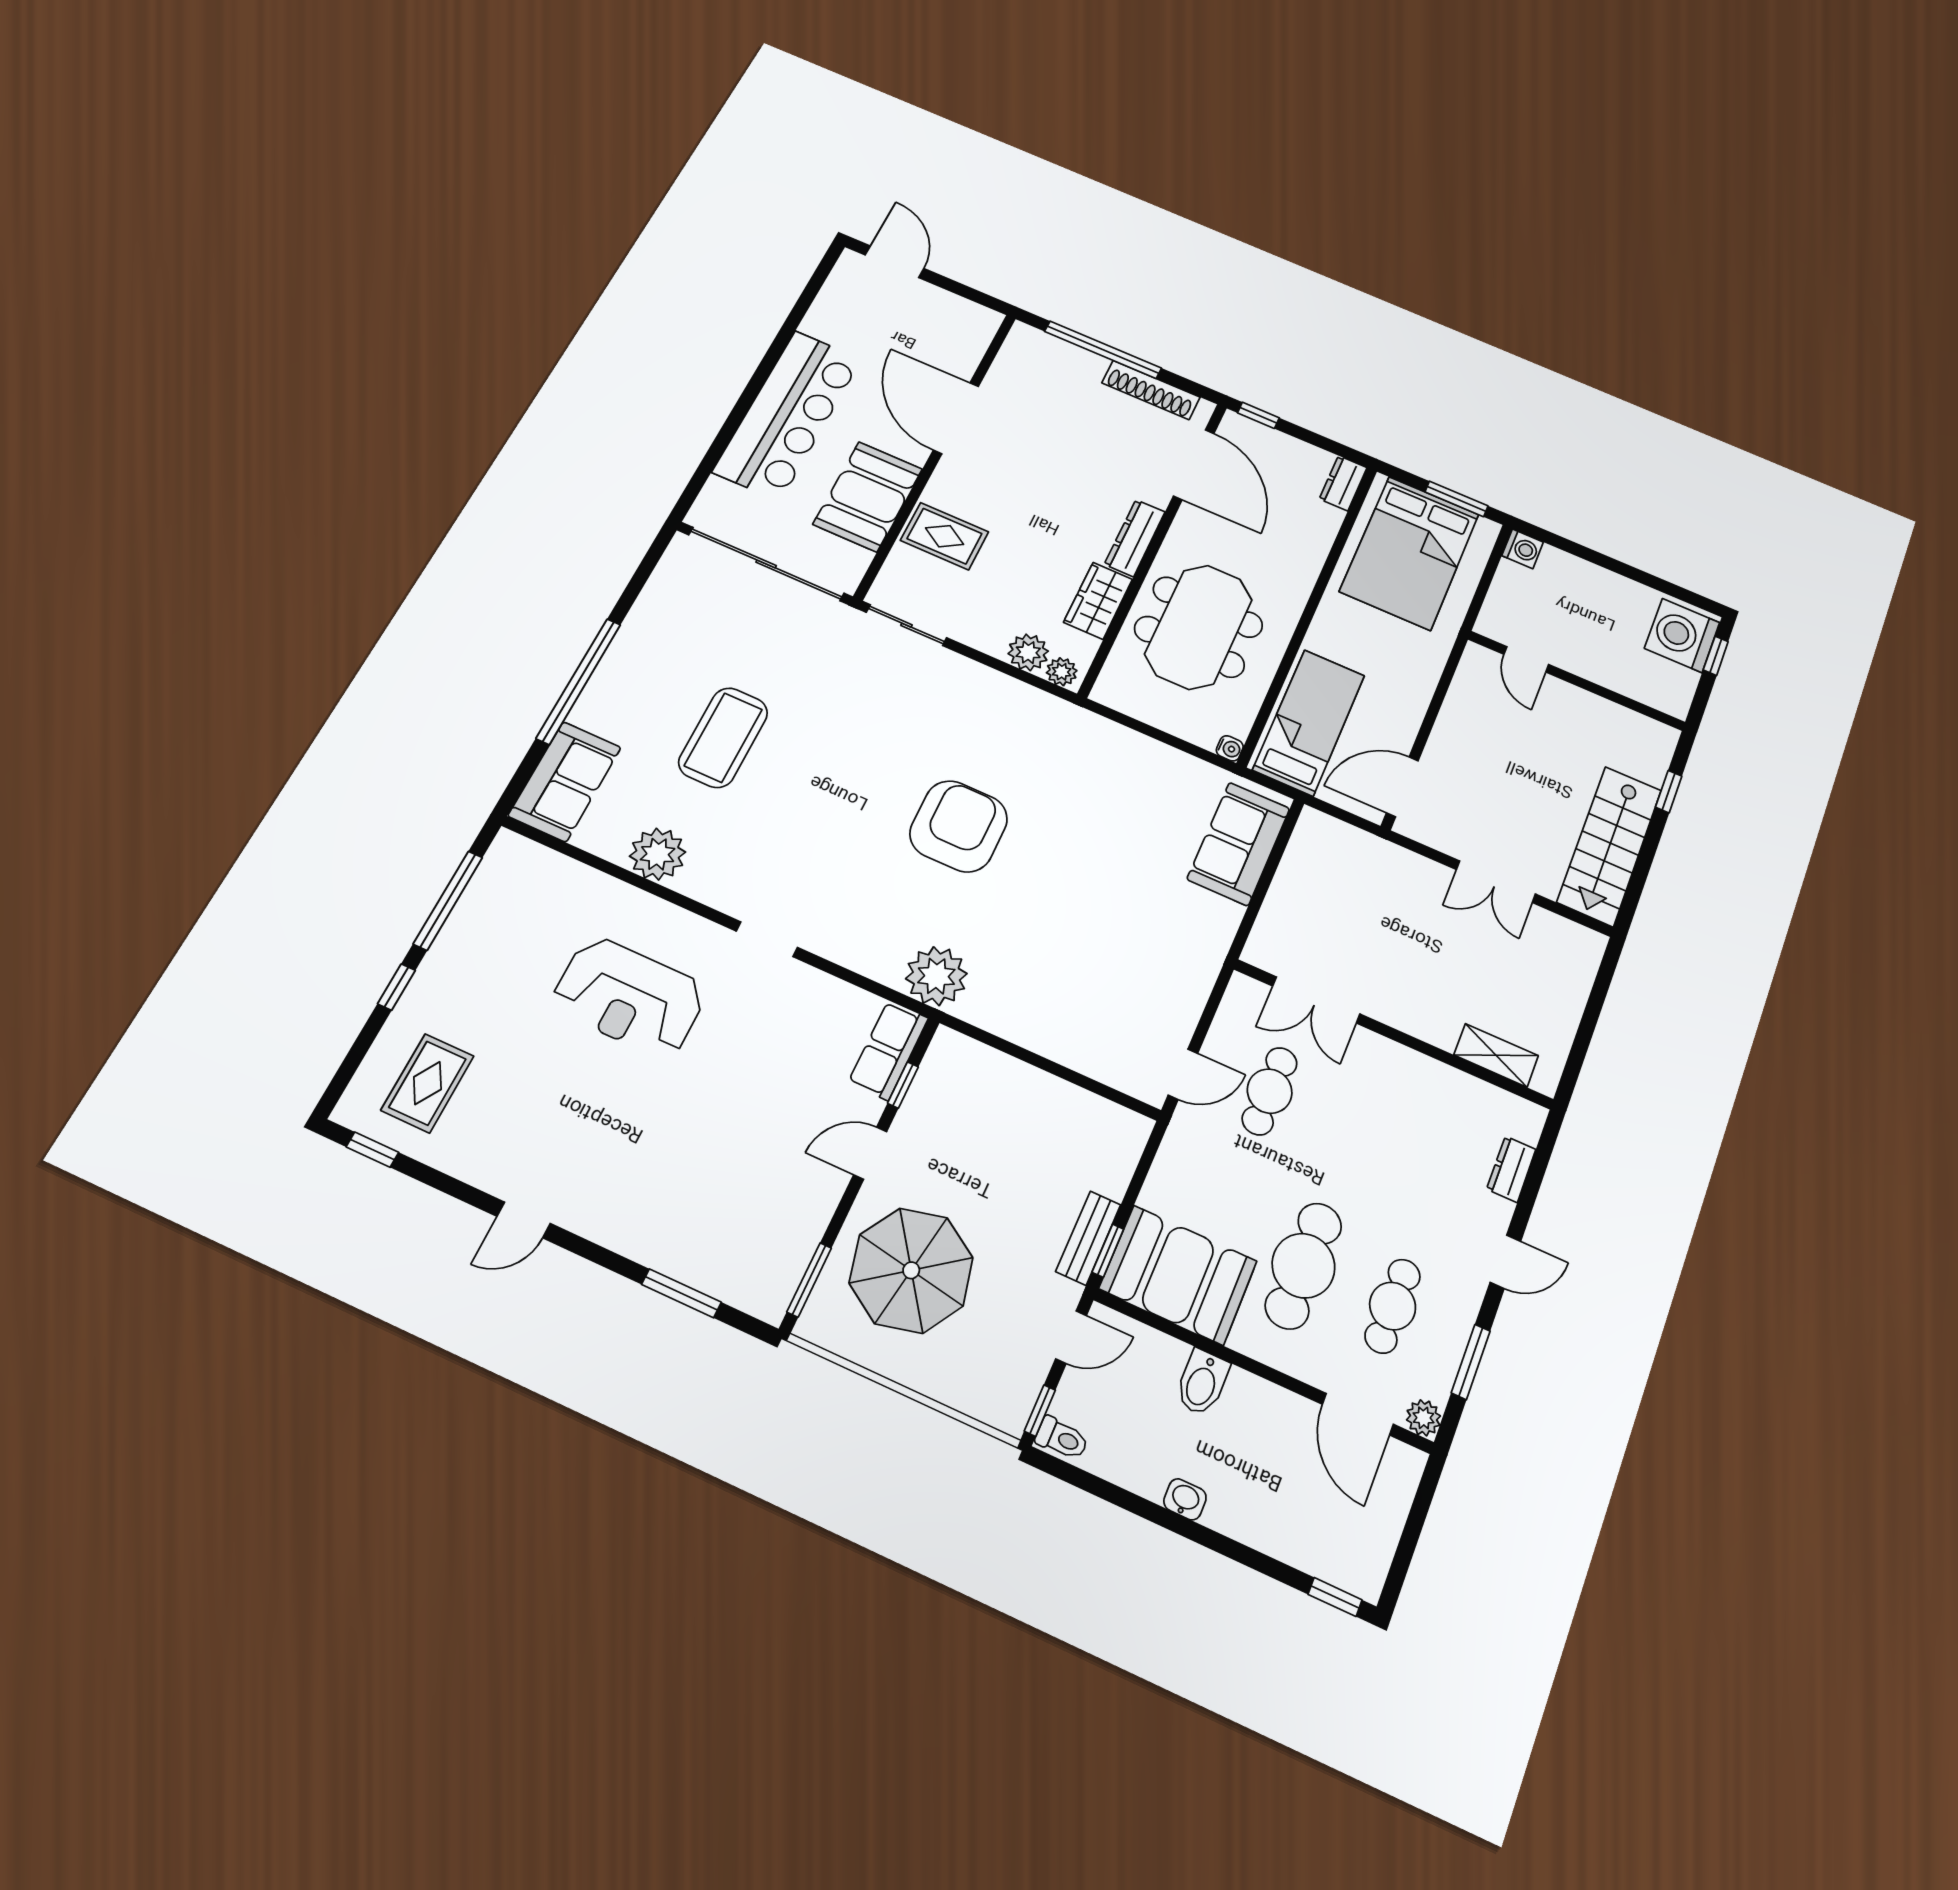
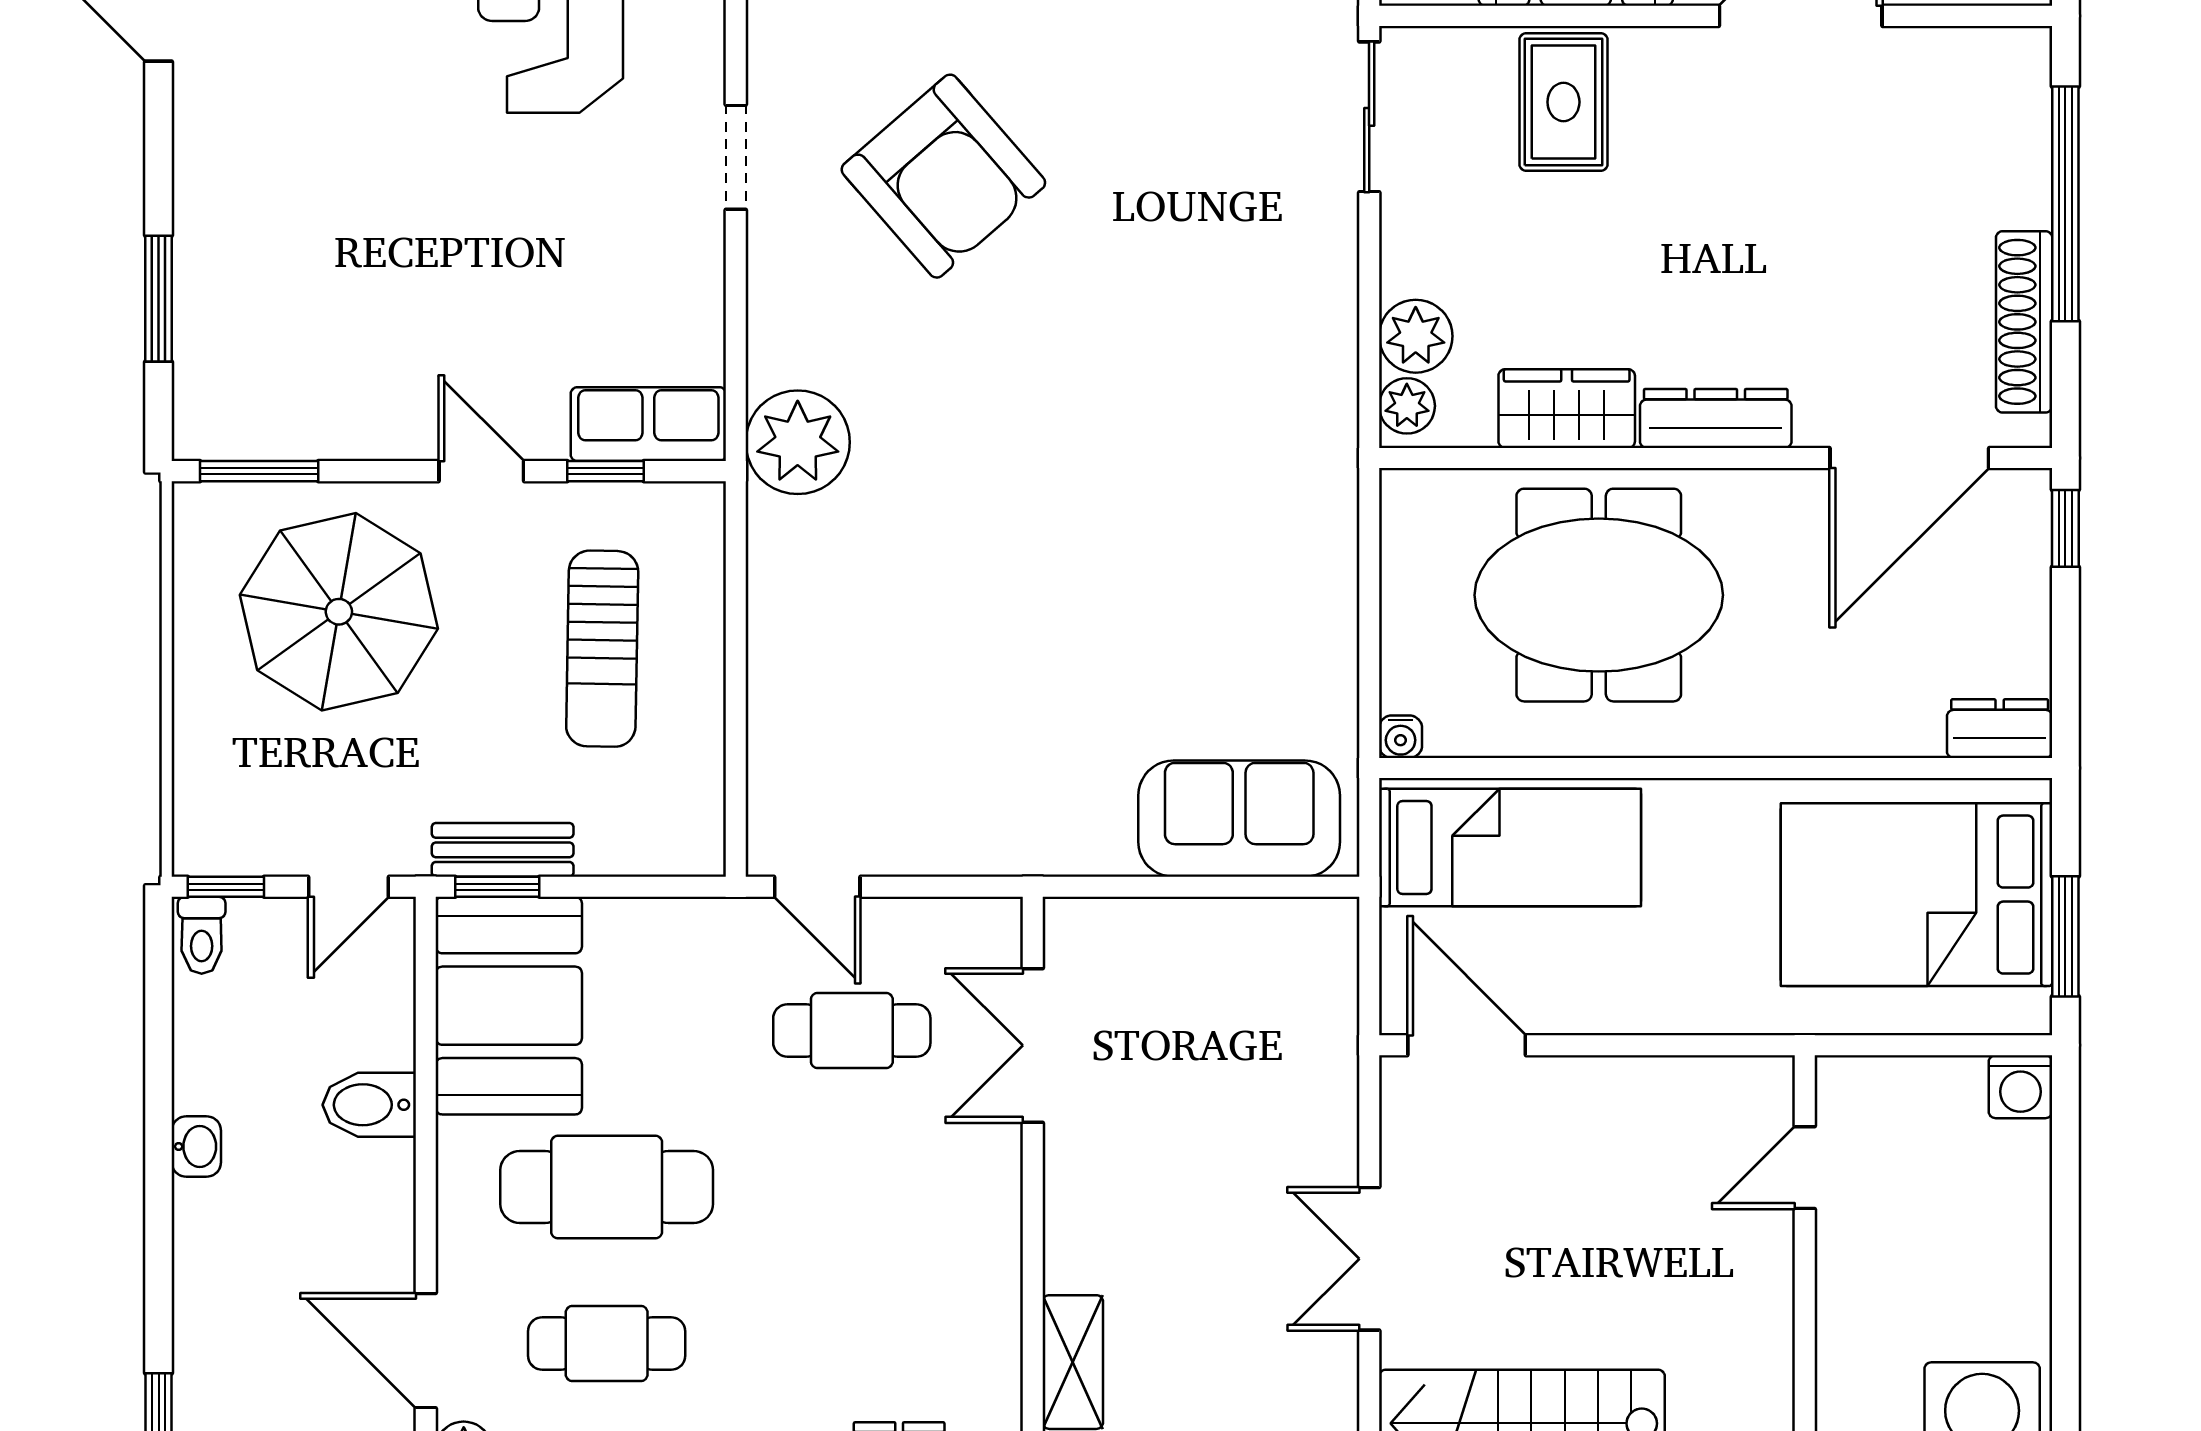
armchair: (959, 826) -> (943, 176), moved, turned 49
sun lounger: (1000, 1131) -> (602, 649), added
door: (1071, 1337) -> (348, 887), hinge flipped
door: (1358, 1414) -> (426, 1351), hinge flipped

